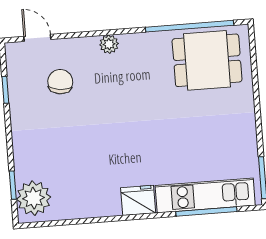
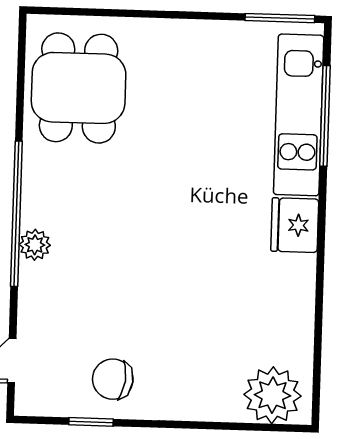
window: (190, 26) -> (16, 214), moved
chair: (60, 82) -> (113, 379), moved
window: (13, 185) -> (248, 427), removed

